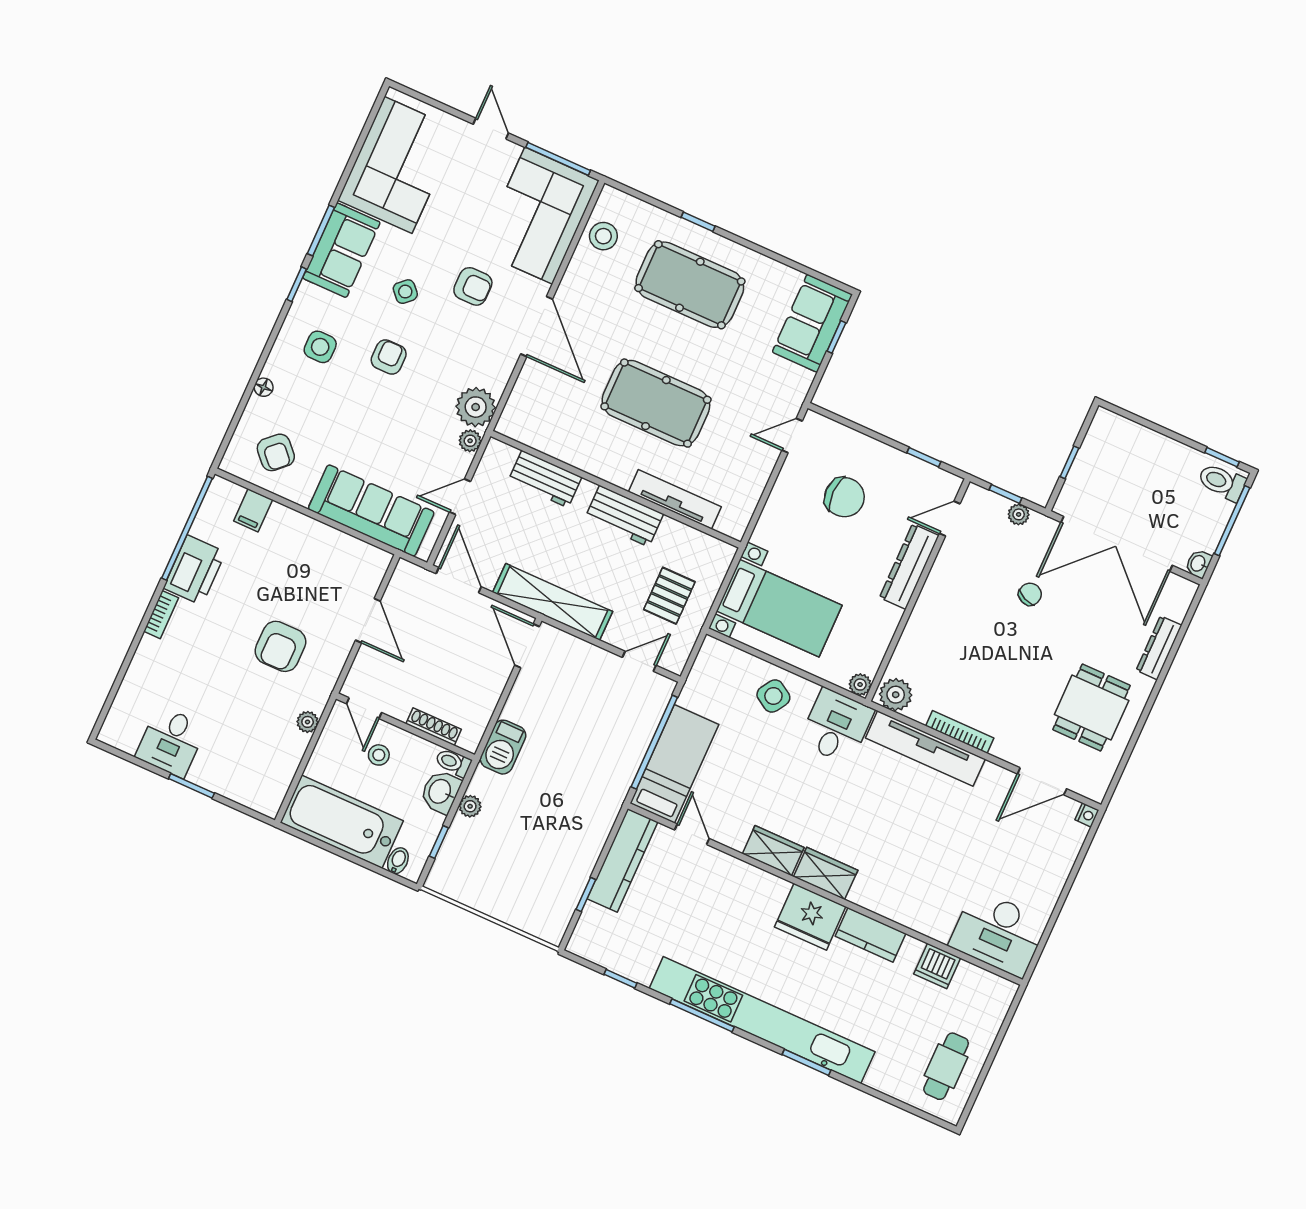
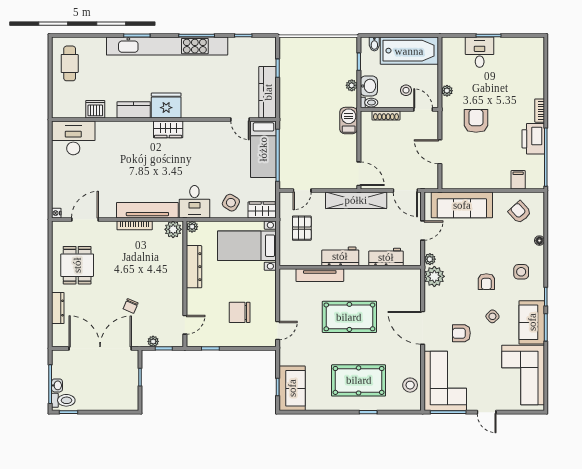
washbasin: (1198, 564) -> (57, 385), moved
dresser: (909, 566) -> (194, 267), moved
desk: (171, 742) -> (480, 52), moved
wardrobe: (773, 851) -> (262, 210), moved, turned 180

